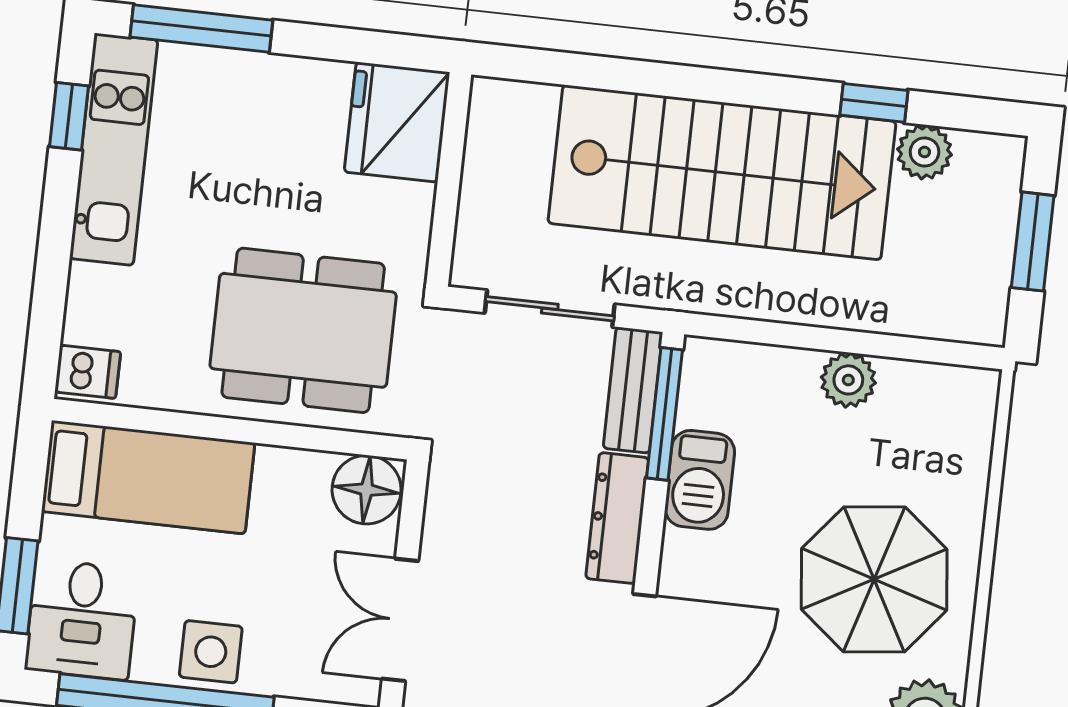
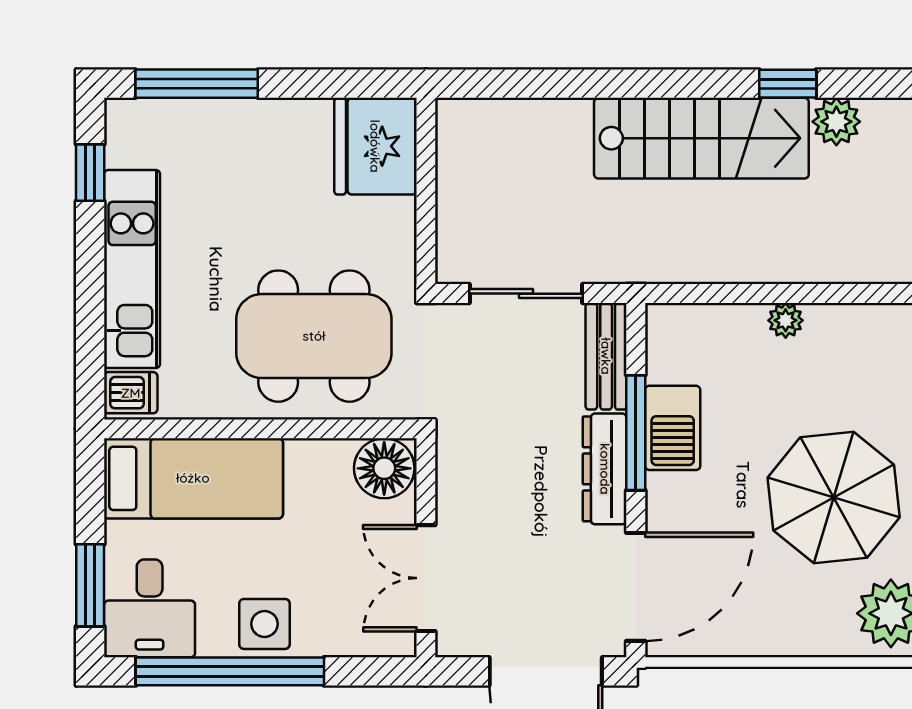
kitchen unit: (114, 149) -> (132, 269), moved
stairs: (722, 172) -> (701, 138), width x0.73, depth x0.66
plant: (848, 380) -> (786, 320), width x0.73, depth x0.73
window: (665, 414) -> (636, 433), moved

